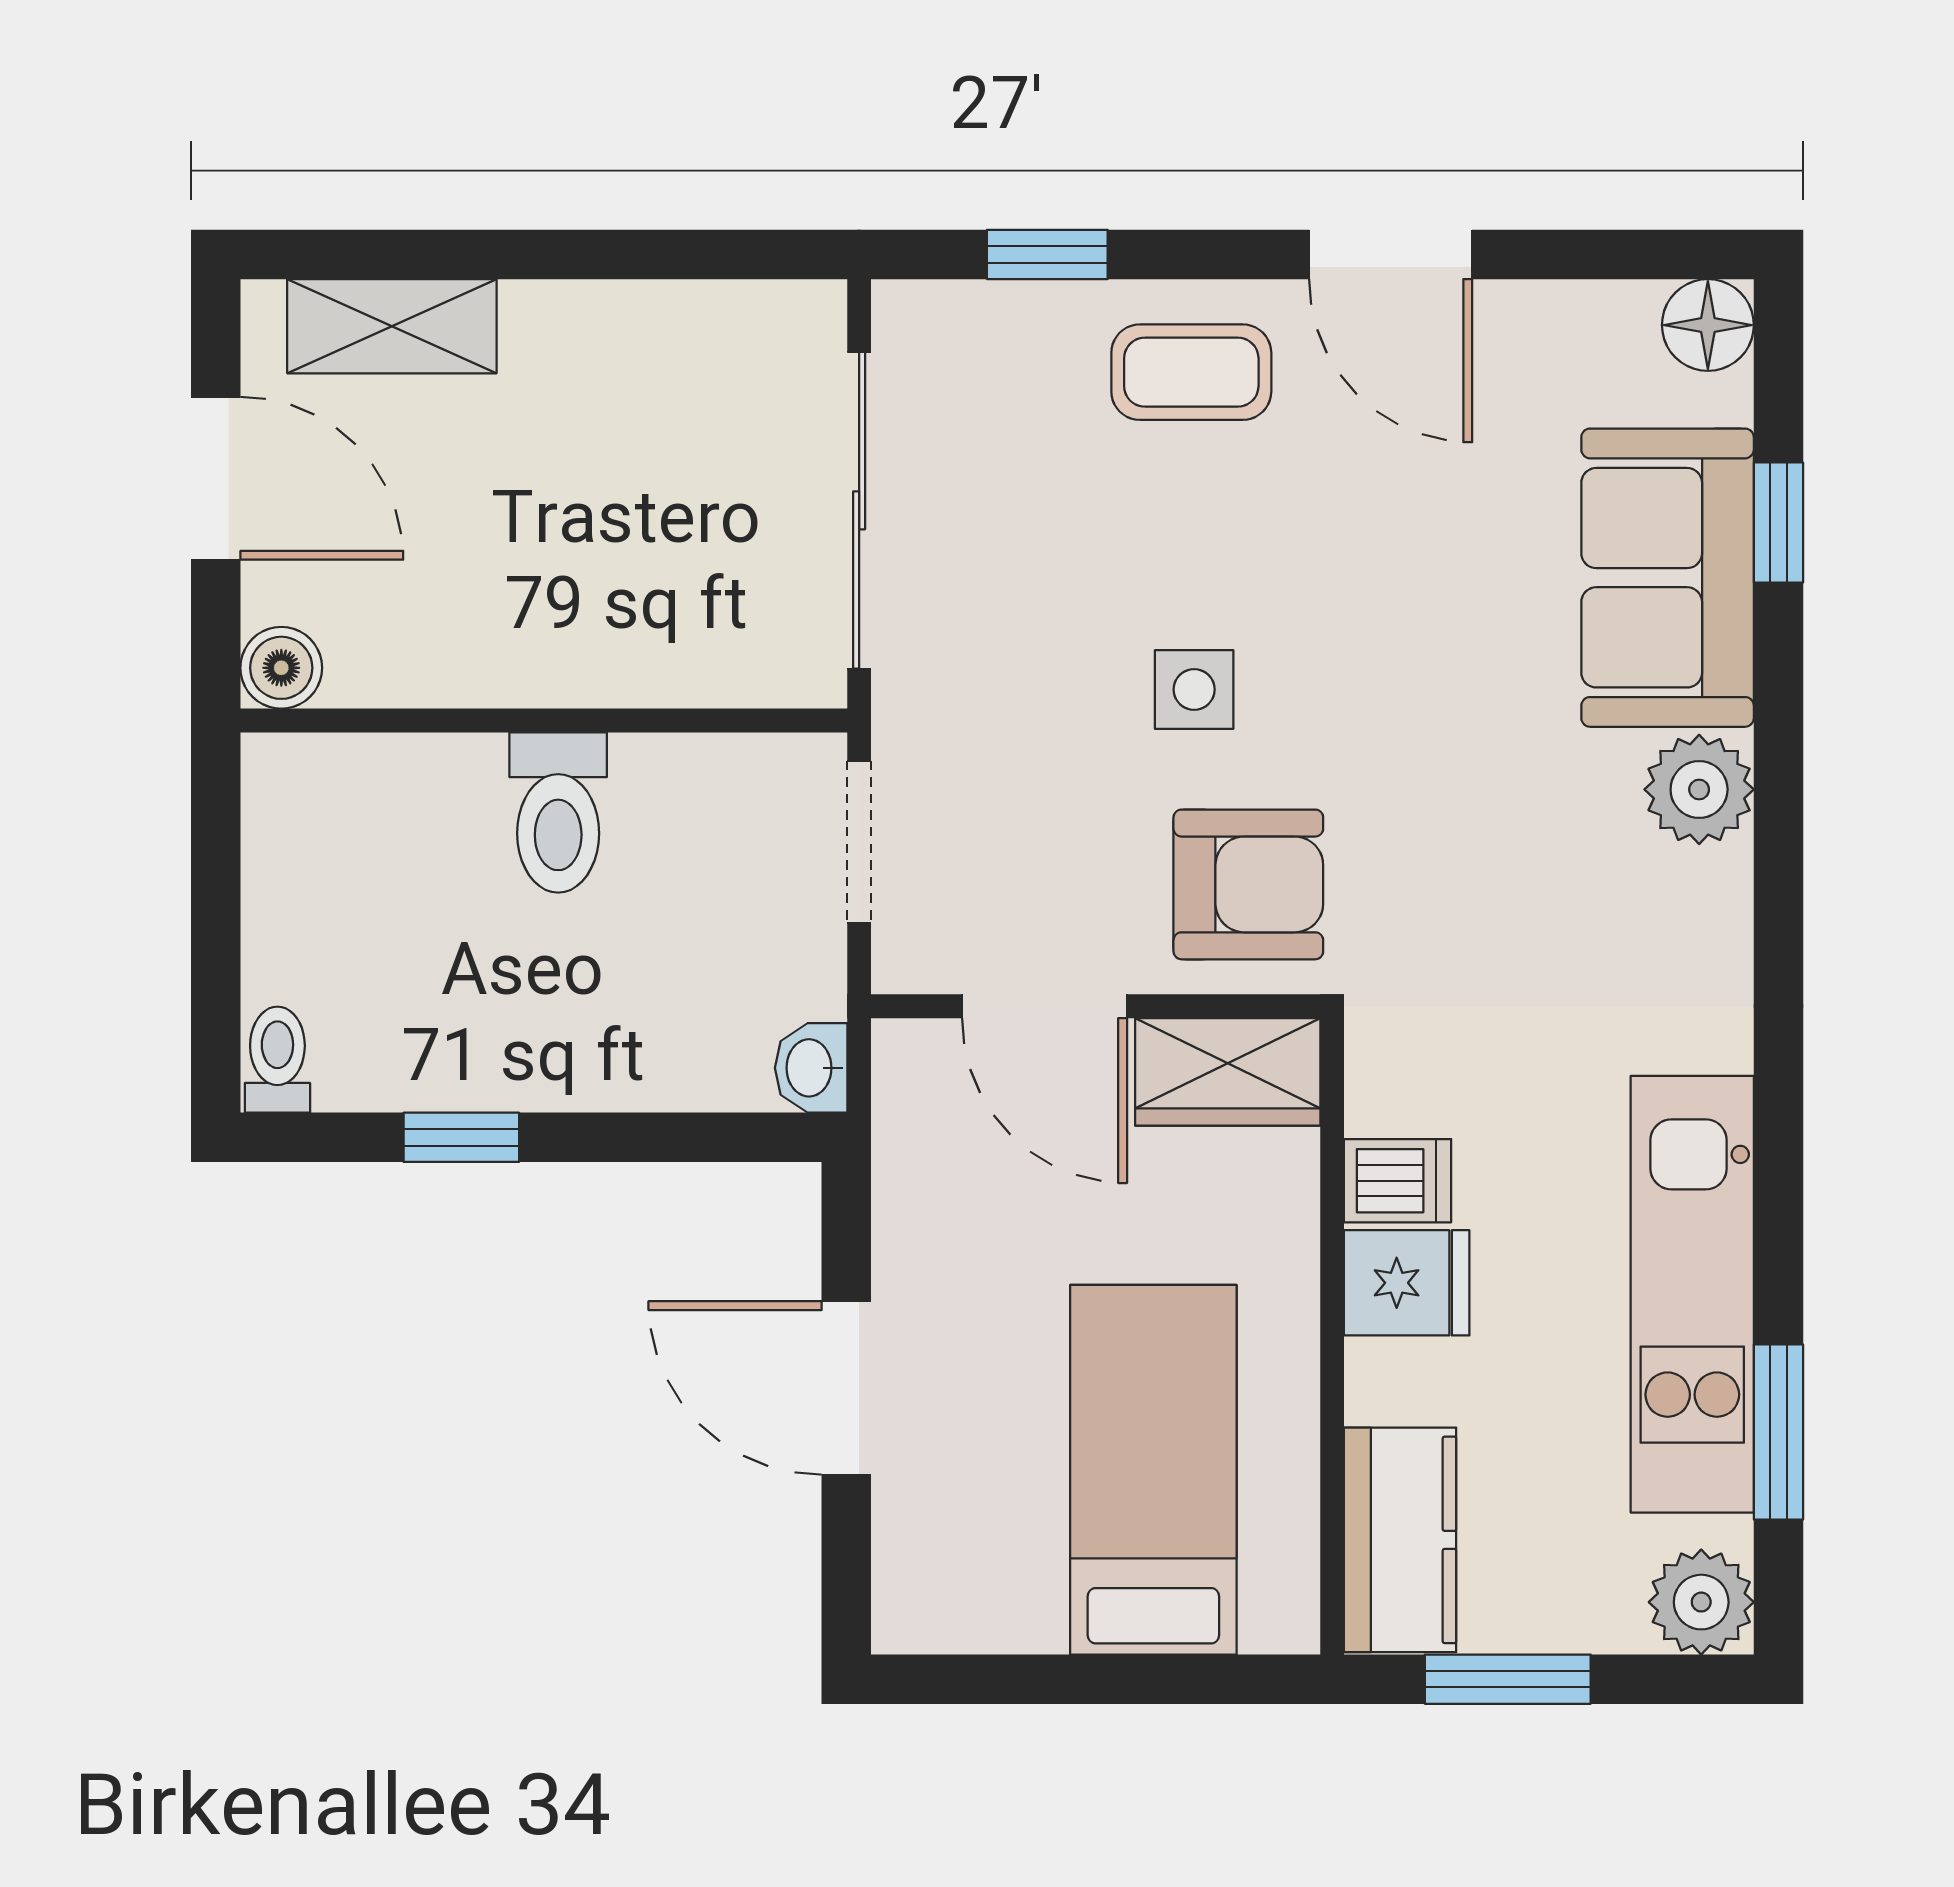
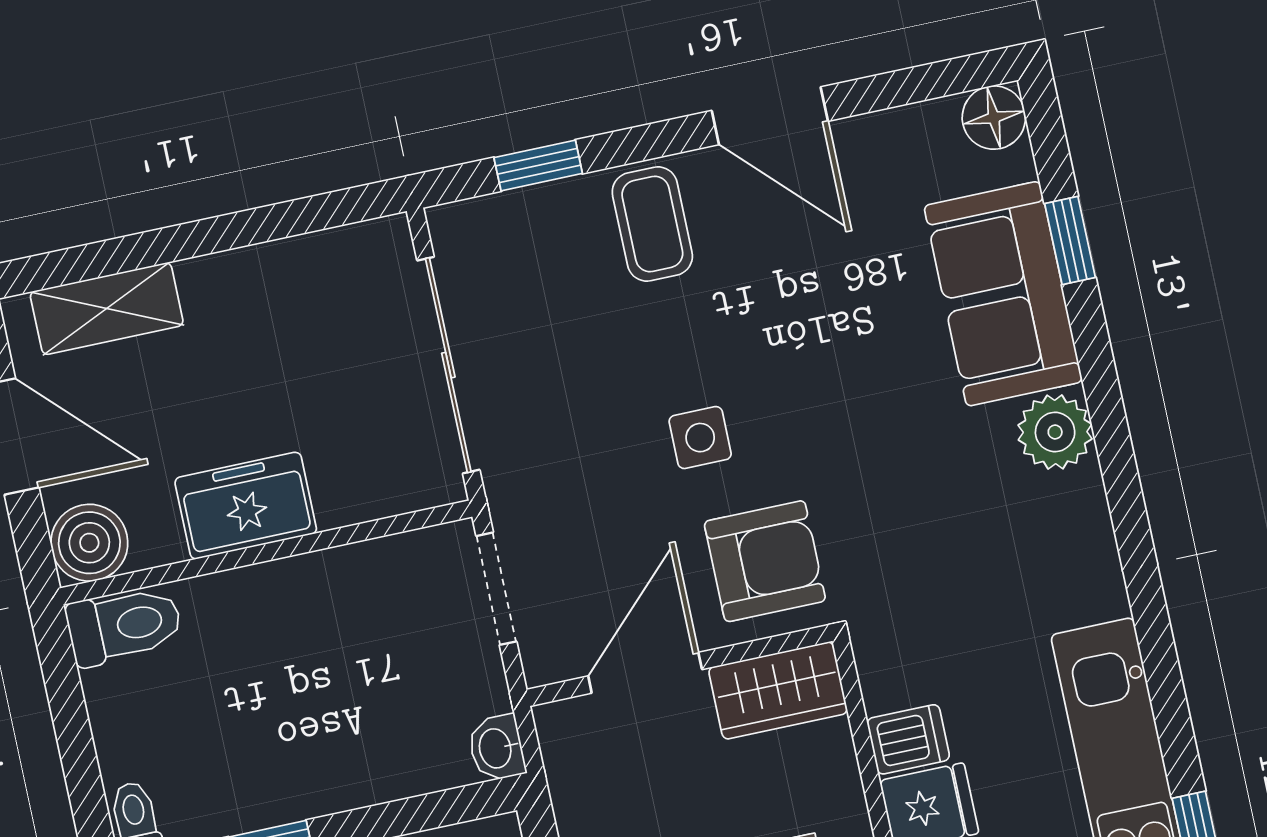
coffee table: (1191, 372) -> (652, 224), turned 90
freezer: (529, 648) -> (246, 506), added
boiler: (281, 668) -> (89, 543), width x1.36, depth x1.36
toilet: (558, 813) -> (124, 626), moved, turned -90
door: (1045, 1006) -> (645, 673), swing flipped

